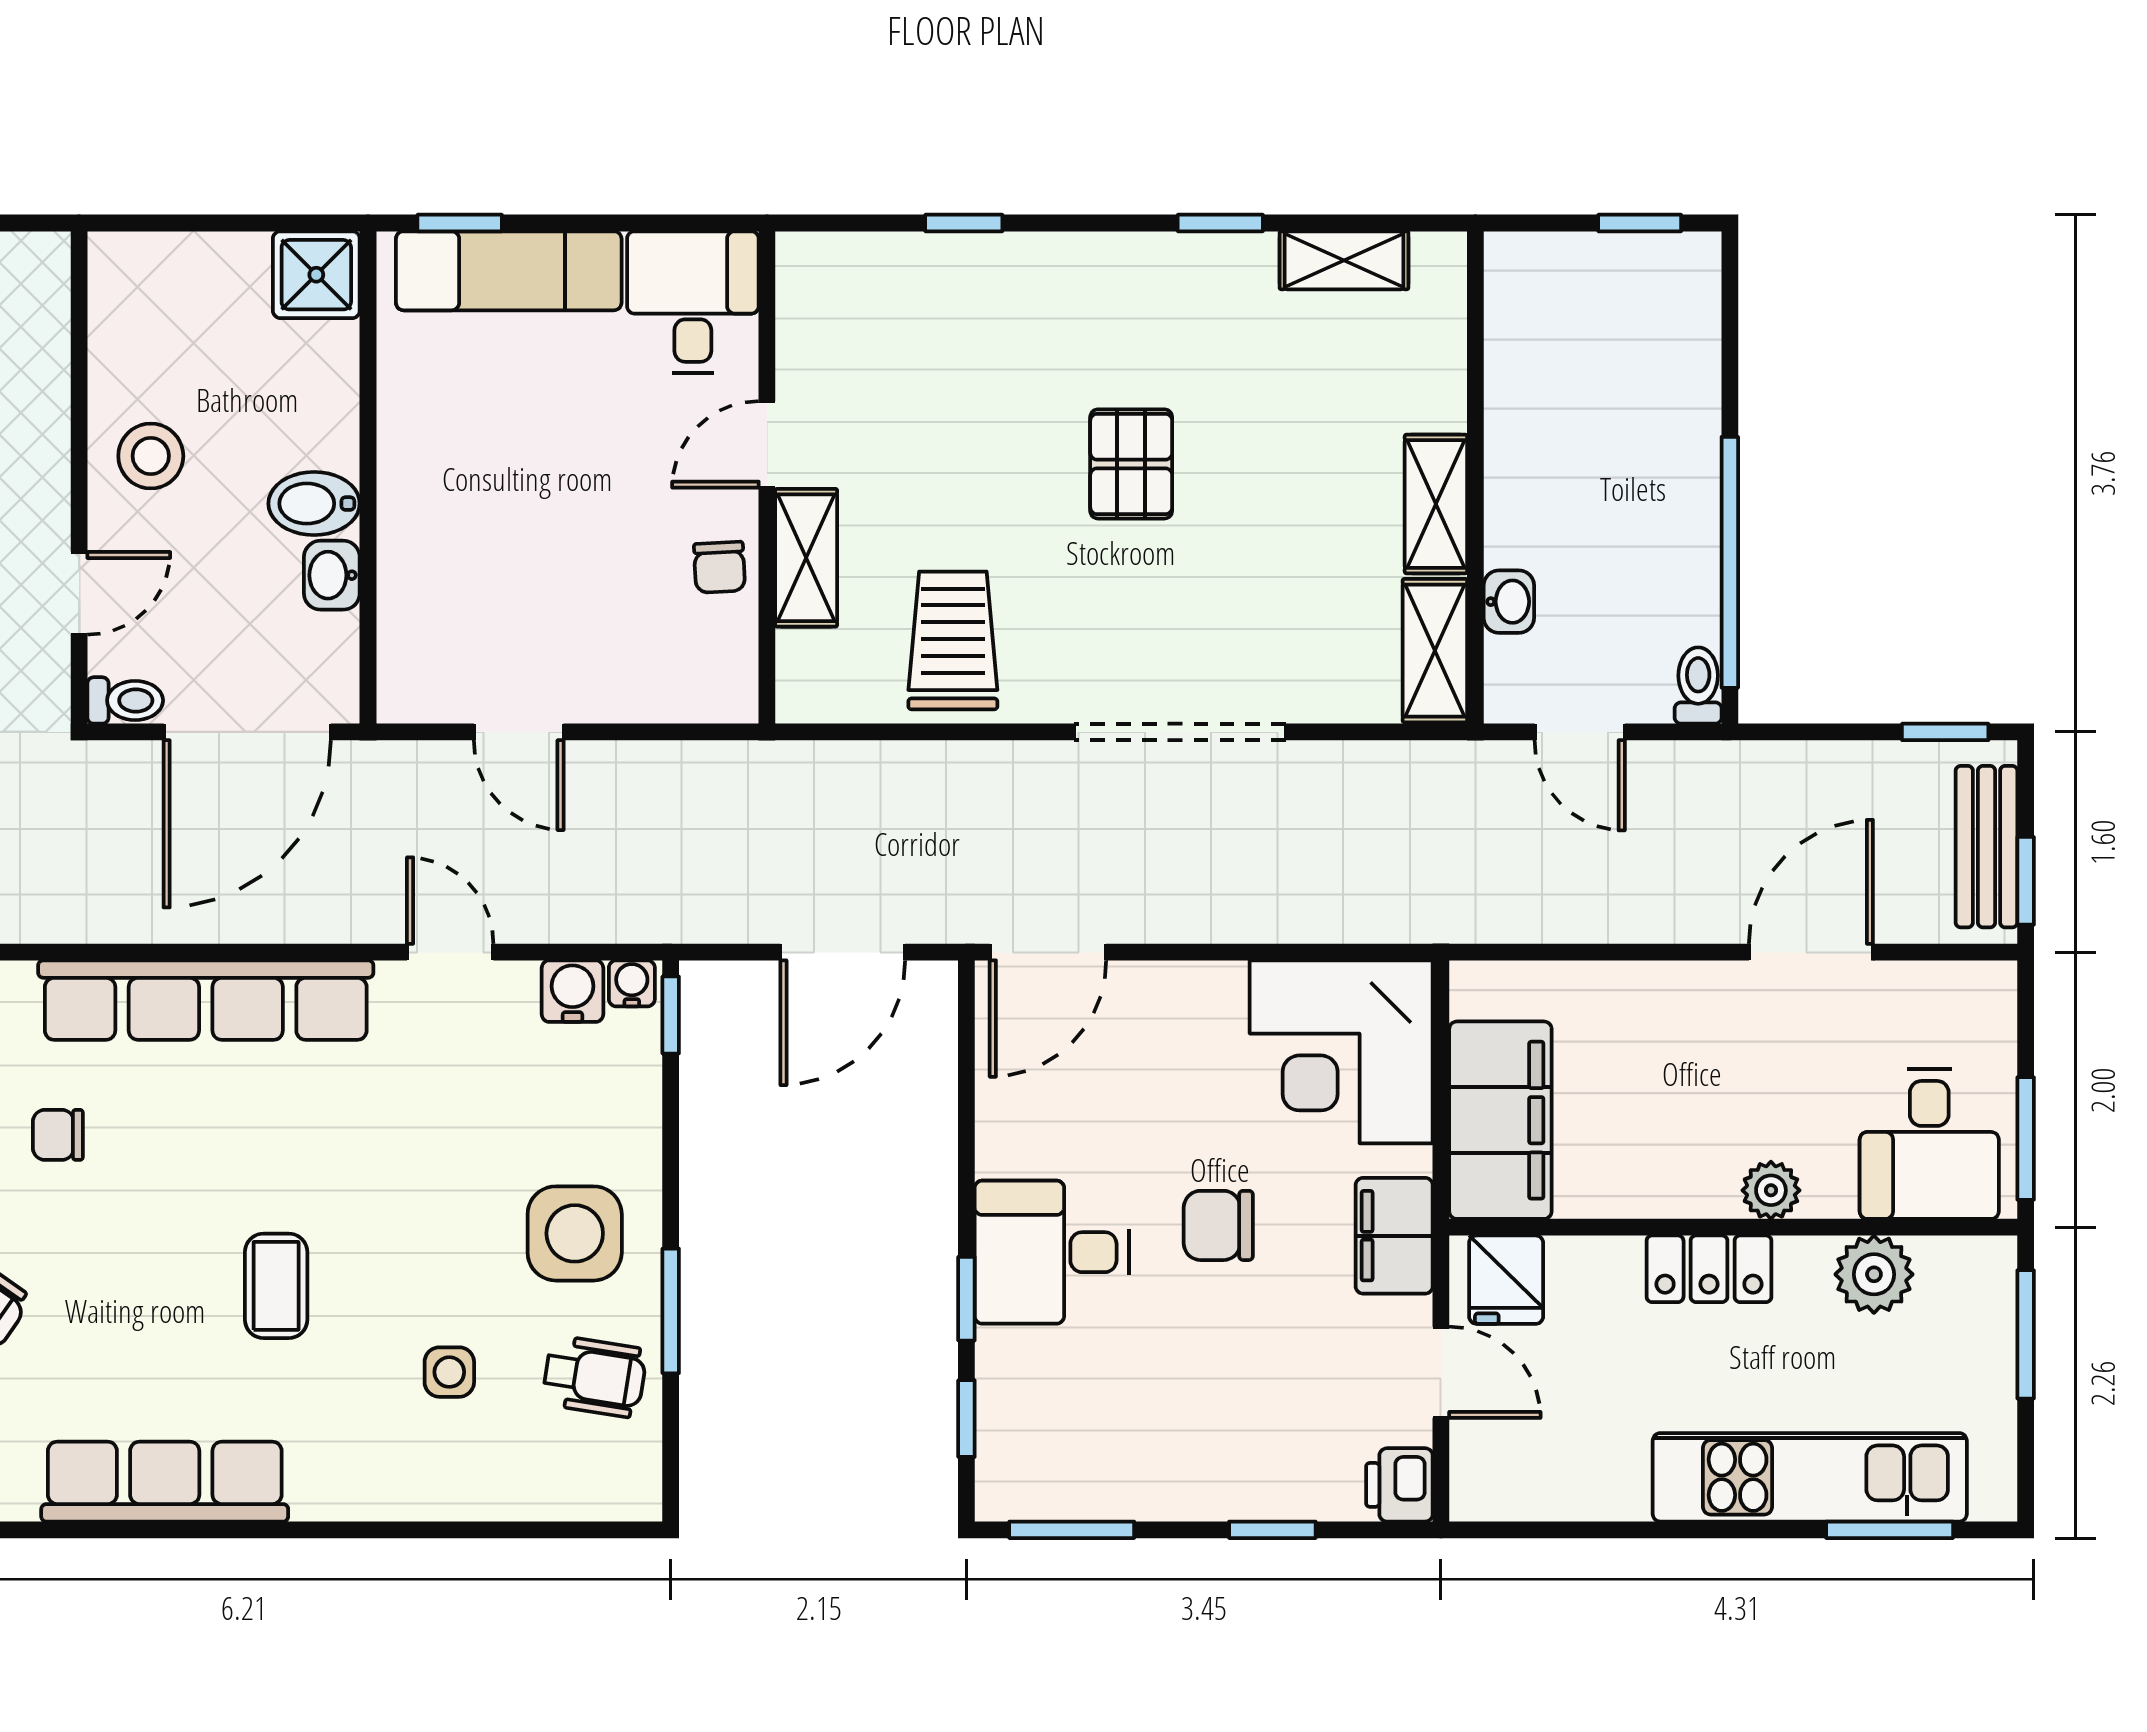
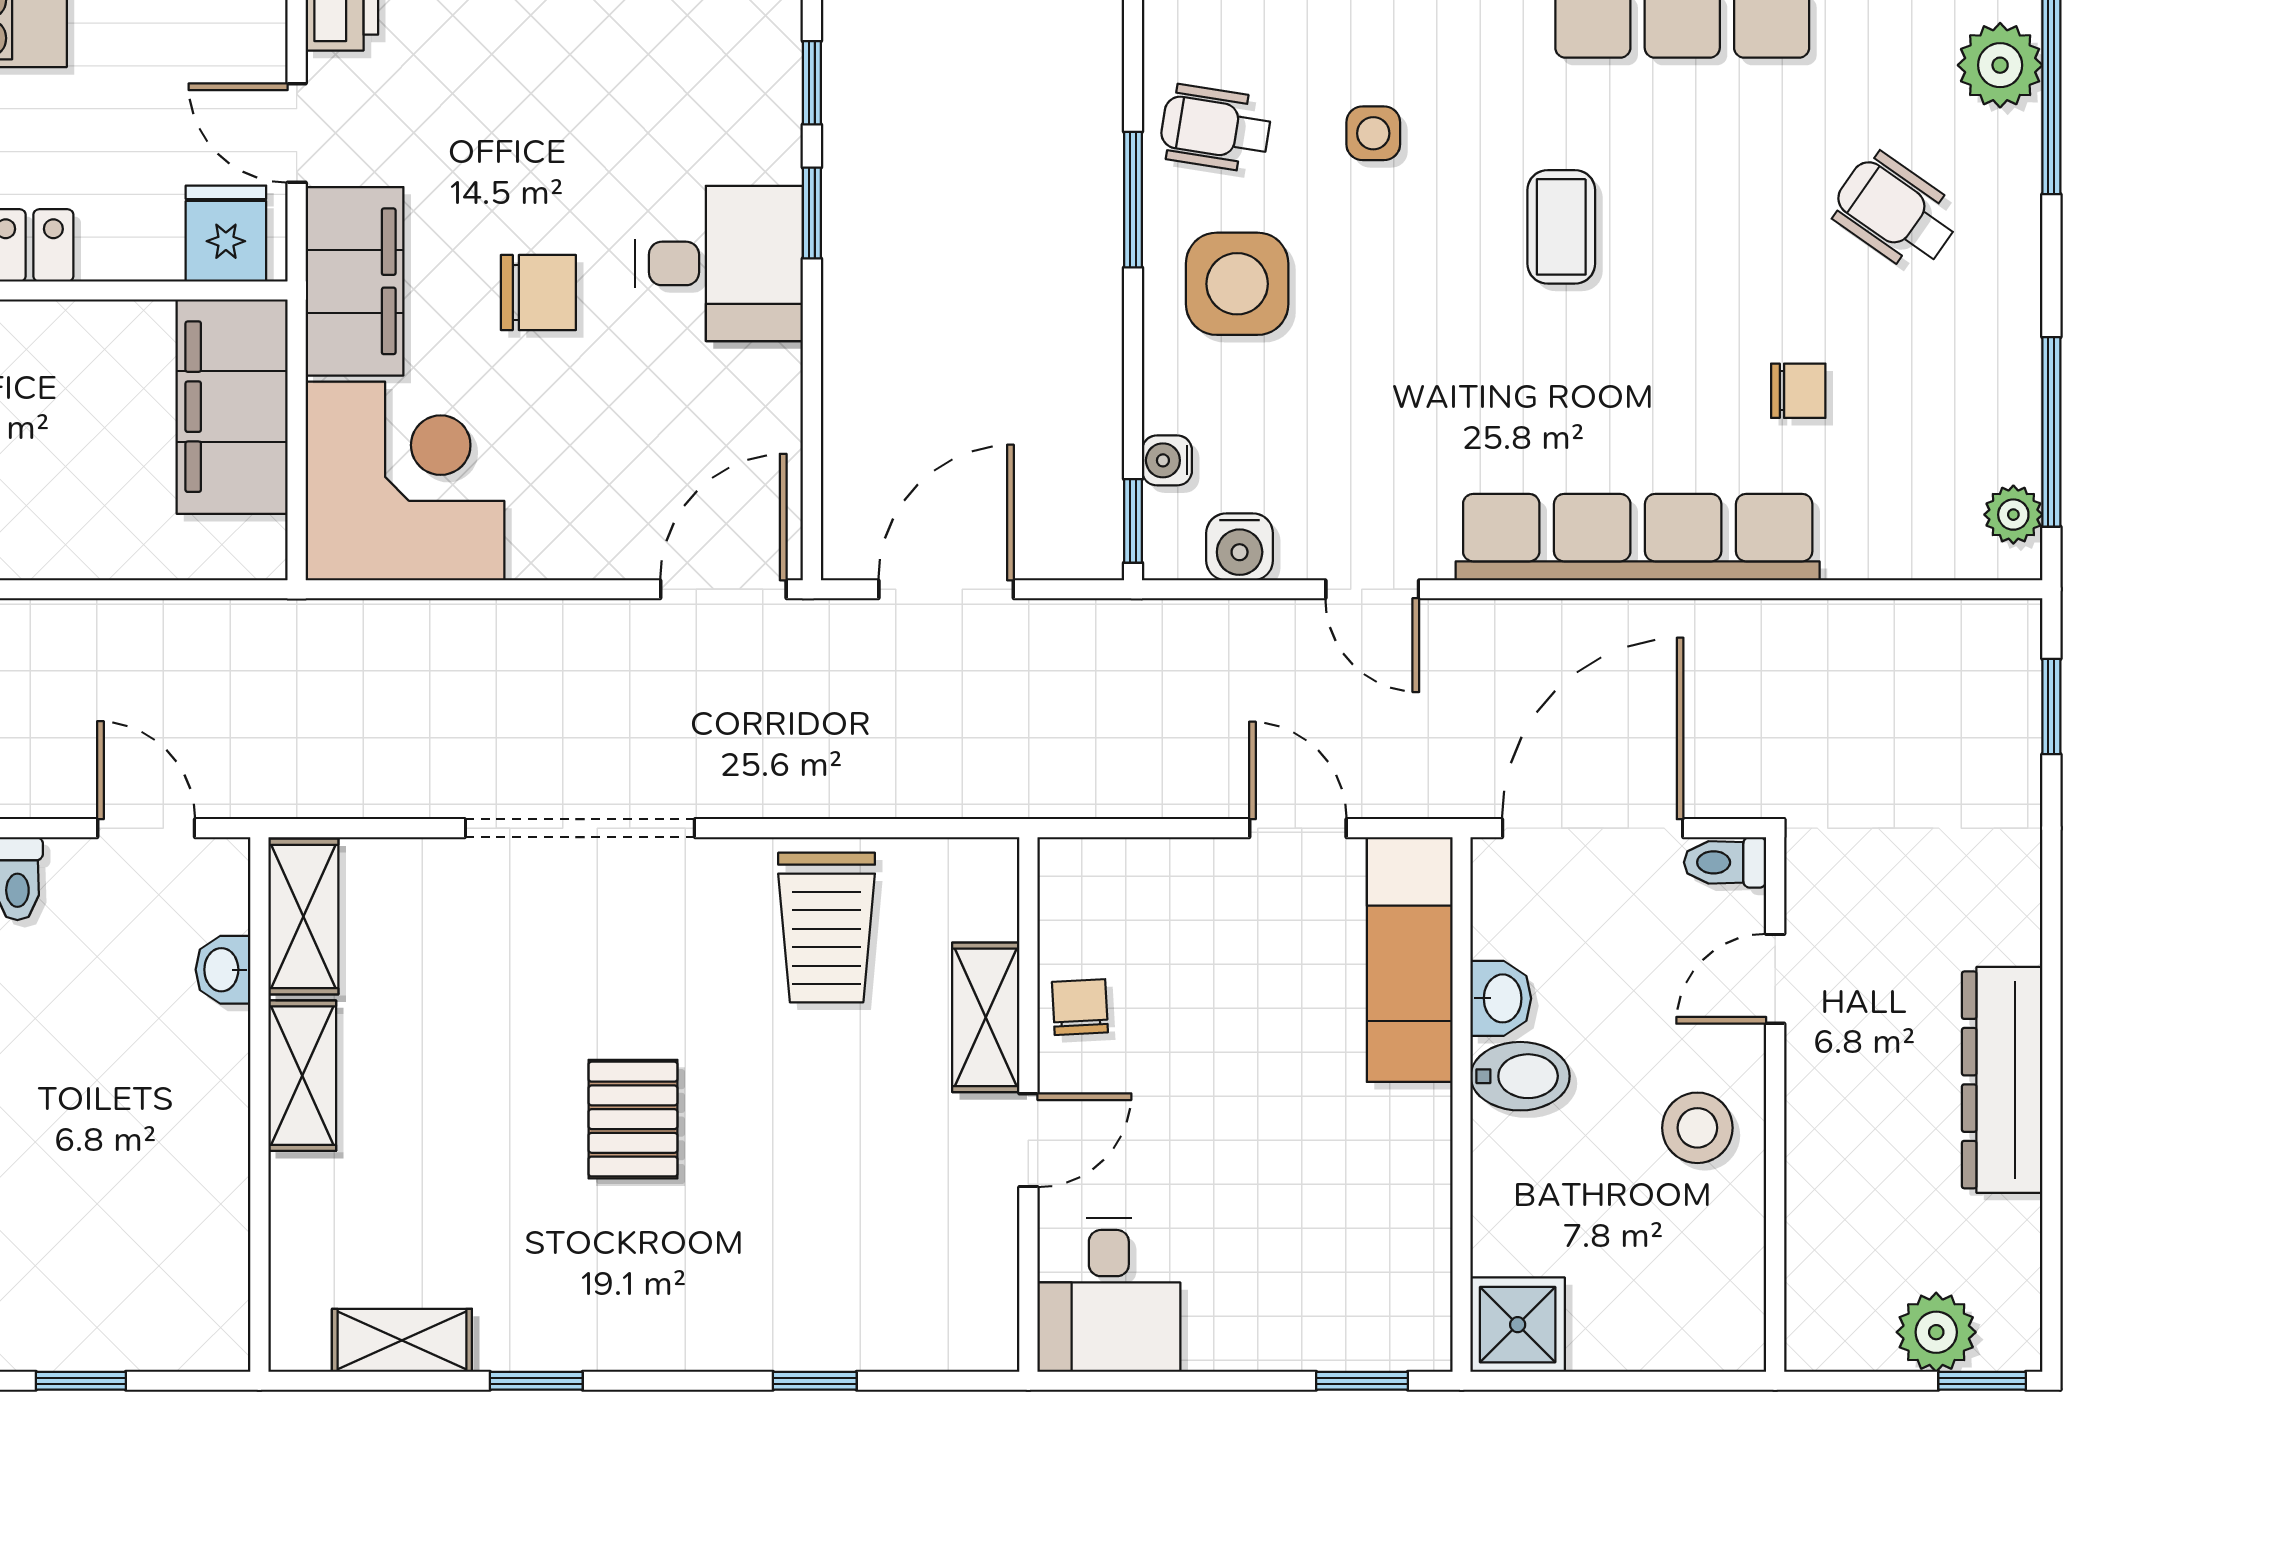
exam couch: (509, 271) -> (1410, 960), moved, turned -90
water cooler: (632, 983) -> (1167, 460), moved, turned 90
filing cabinet: (1394, 1236) -> (354, 281), width x1.50, depth x1.17

